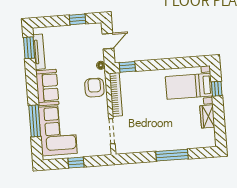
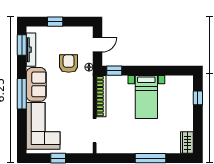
window: (78, 19) -> (55, 22), moved
bed with nightstands: (189, 86) -> (146, 97), moved, turned -90
armchair: (94, 88) -> (69, 64), moved
wardrobe: (207, 116) -> (187, 143), moved
window: (35, 121) -> (22, 94), moved

